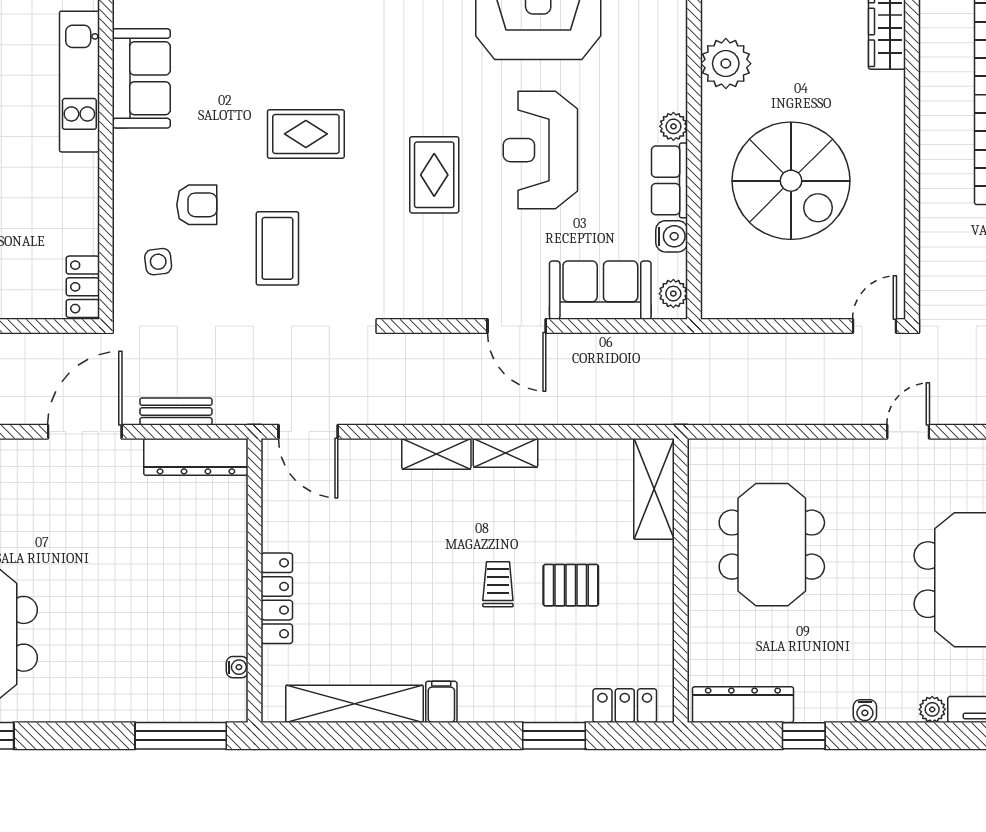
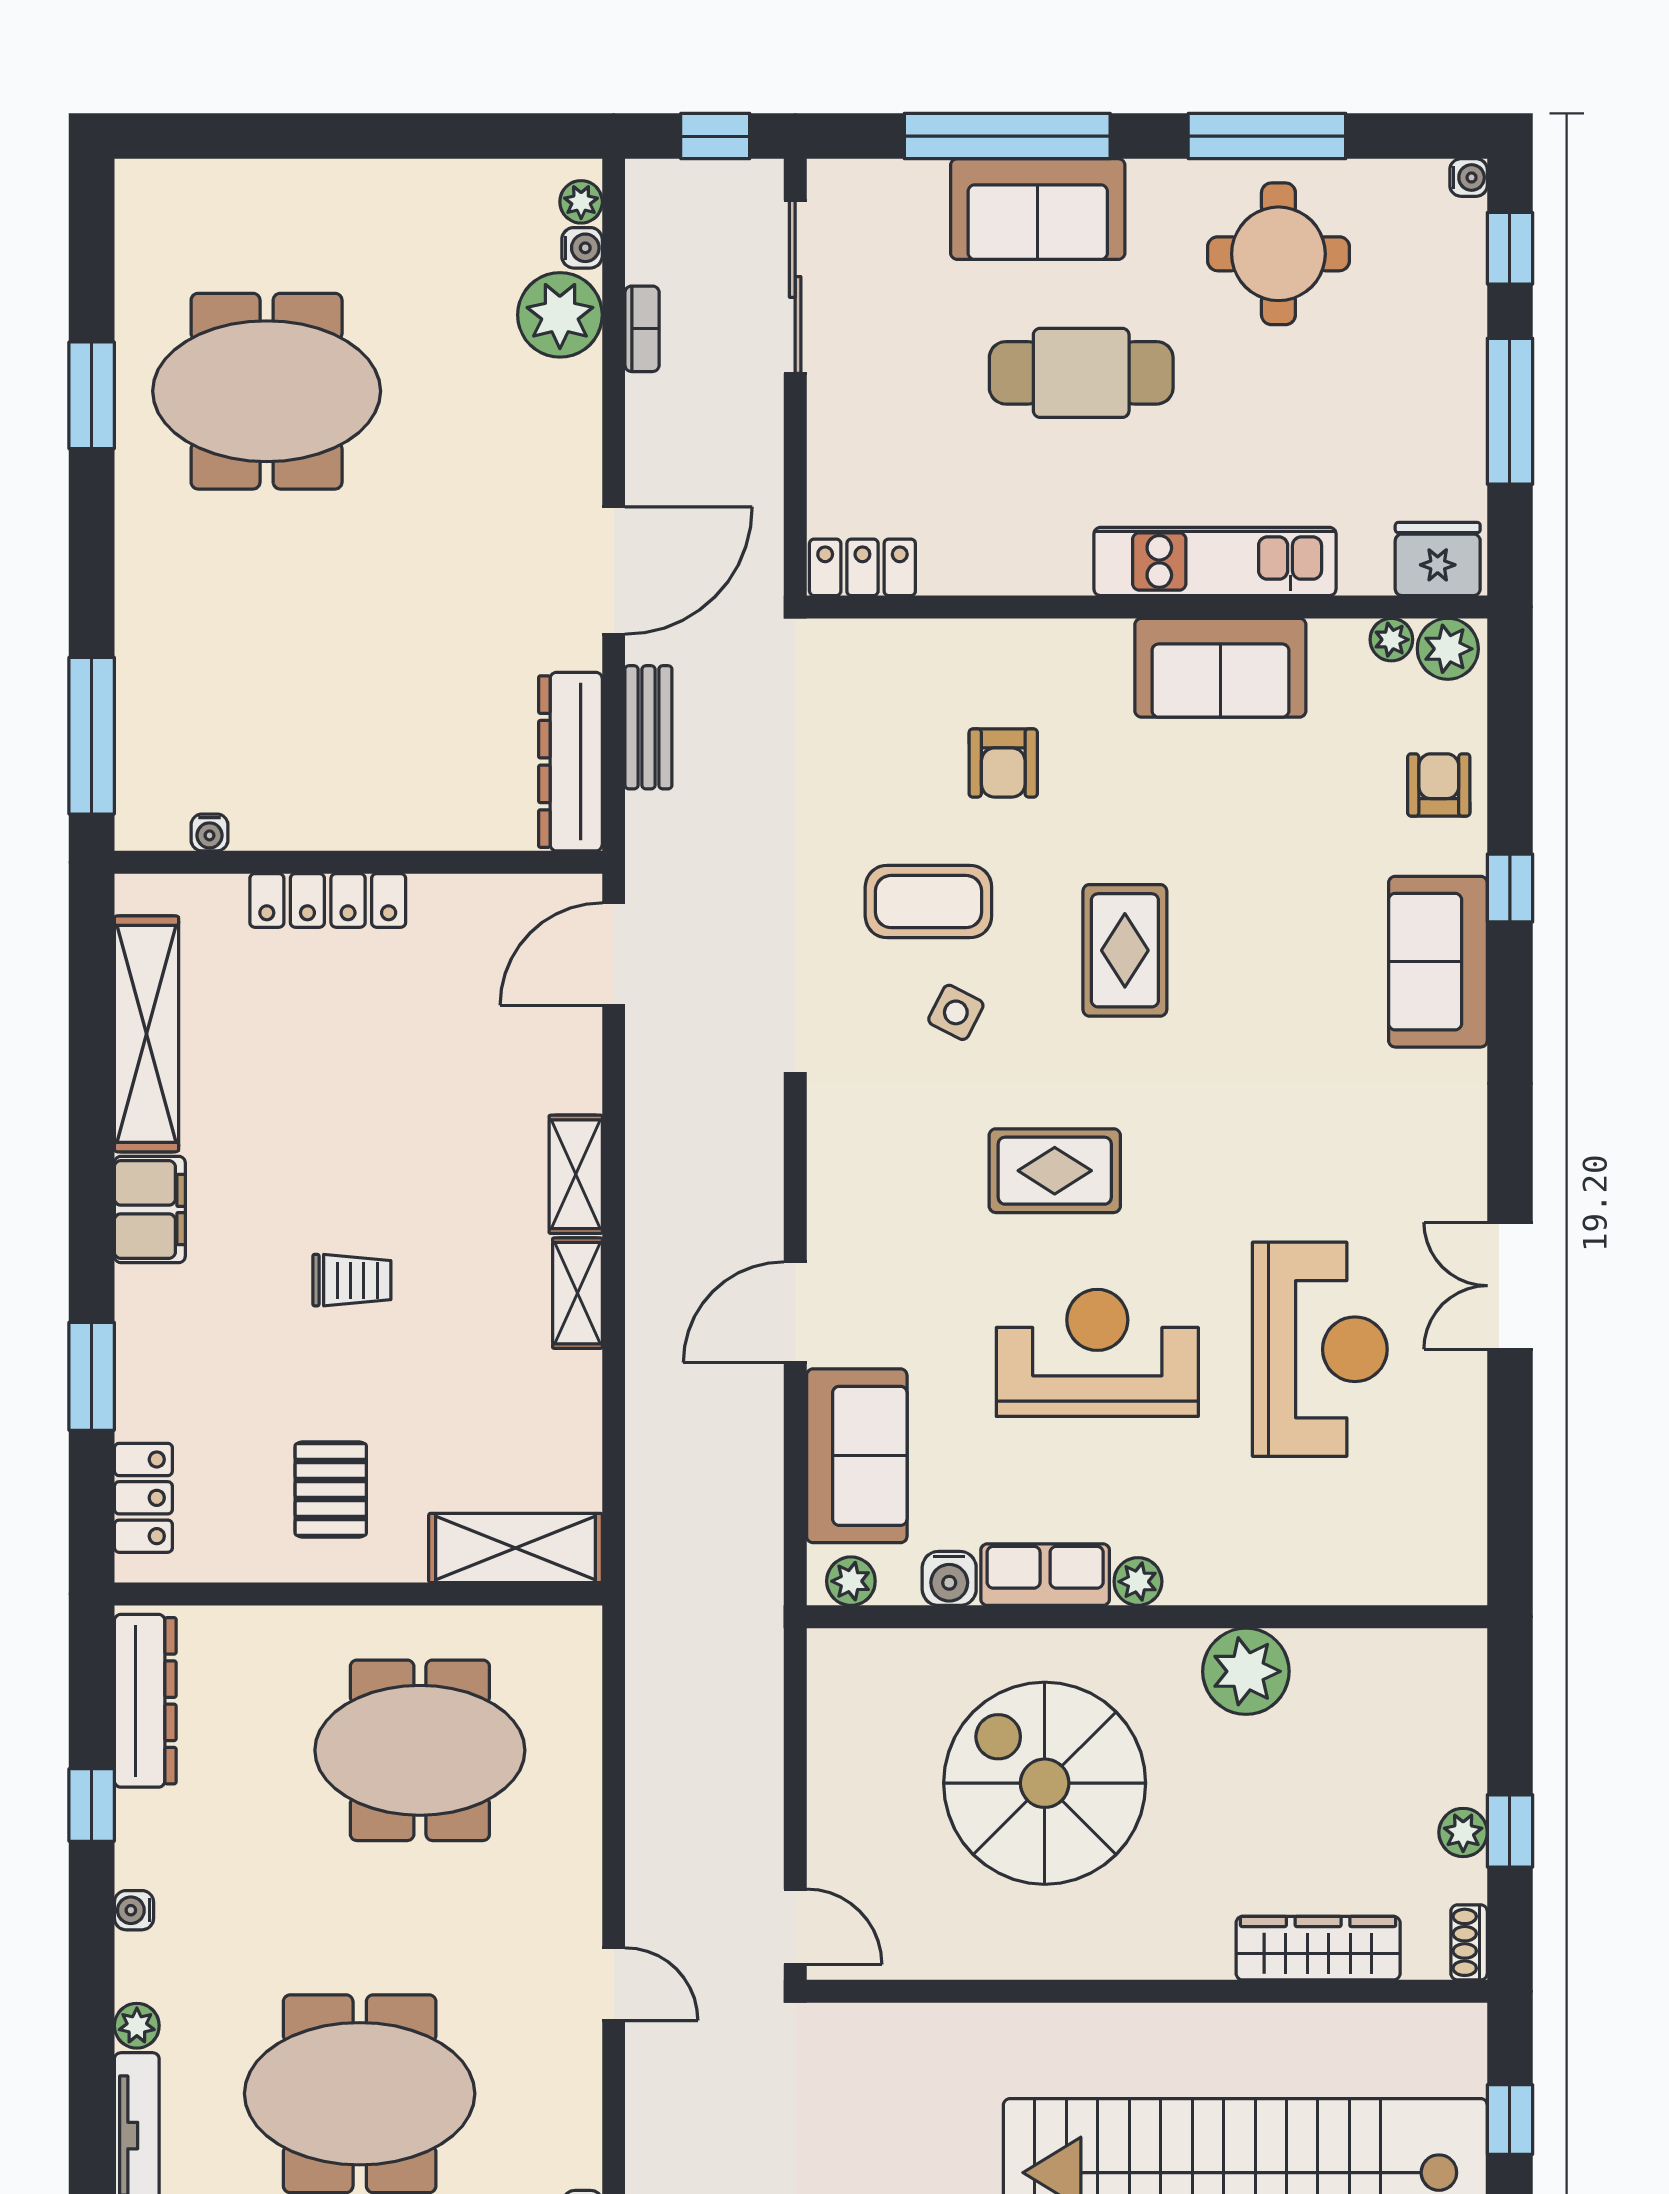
spiral stairs: (791, 181) -> (1045, 1783), turned 90
side table: (158, 262) -> (956, 1012), moved, turned 33
door: (85, 432) -> (614, 571), hinge flipped
pallet: (571, 585) -> (331, 1489), moved
filing cabinet: (441, 702) -> (150, 1209), width x2.00

